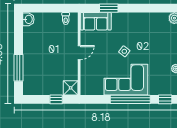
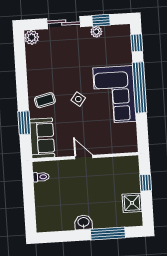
washbasin: (28, 19) -> (83, 222), moved
coffee table: (125, 25) -> (45, 100), added
shower: (71, 88) -> (132, 203), moved

